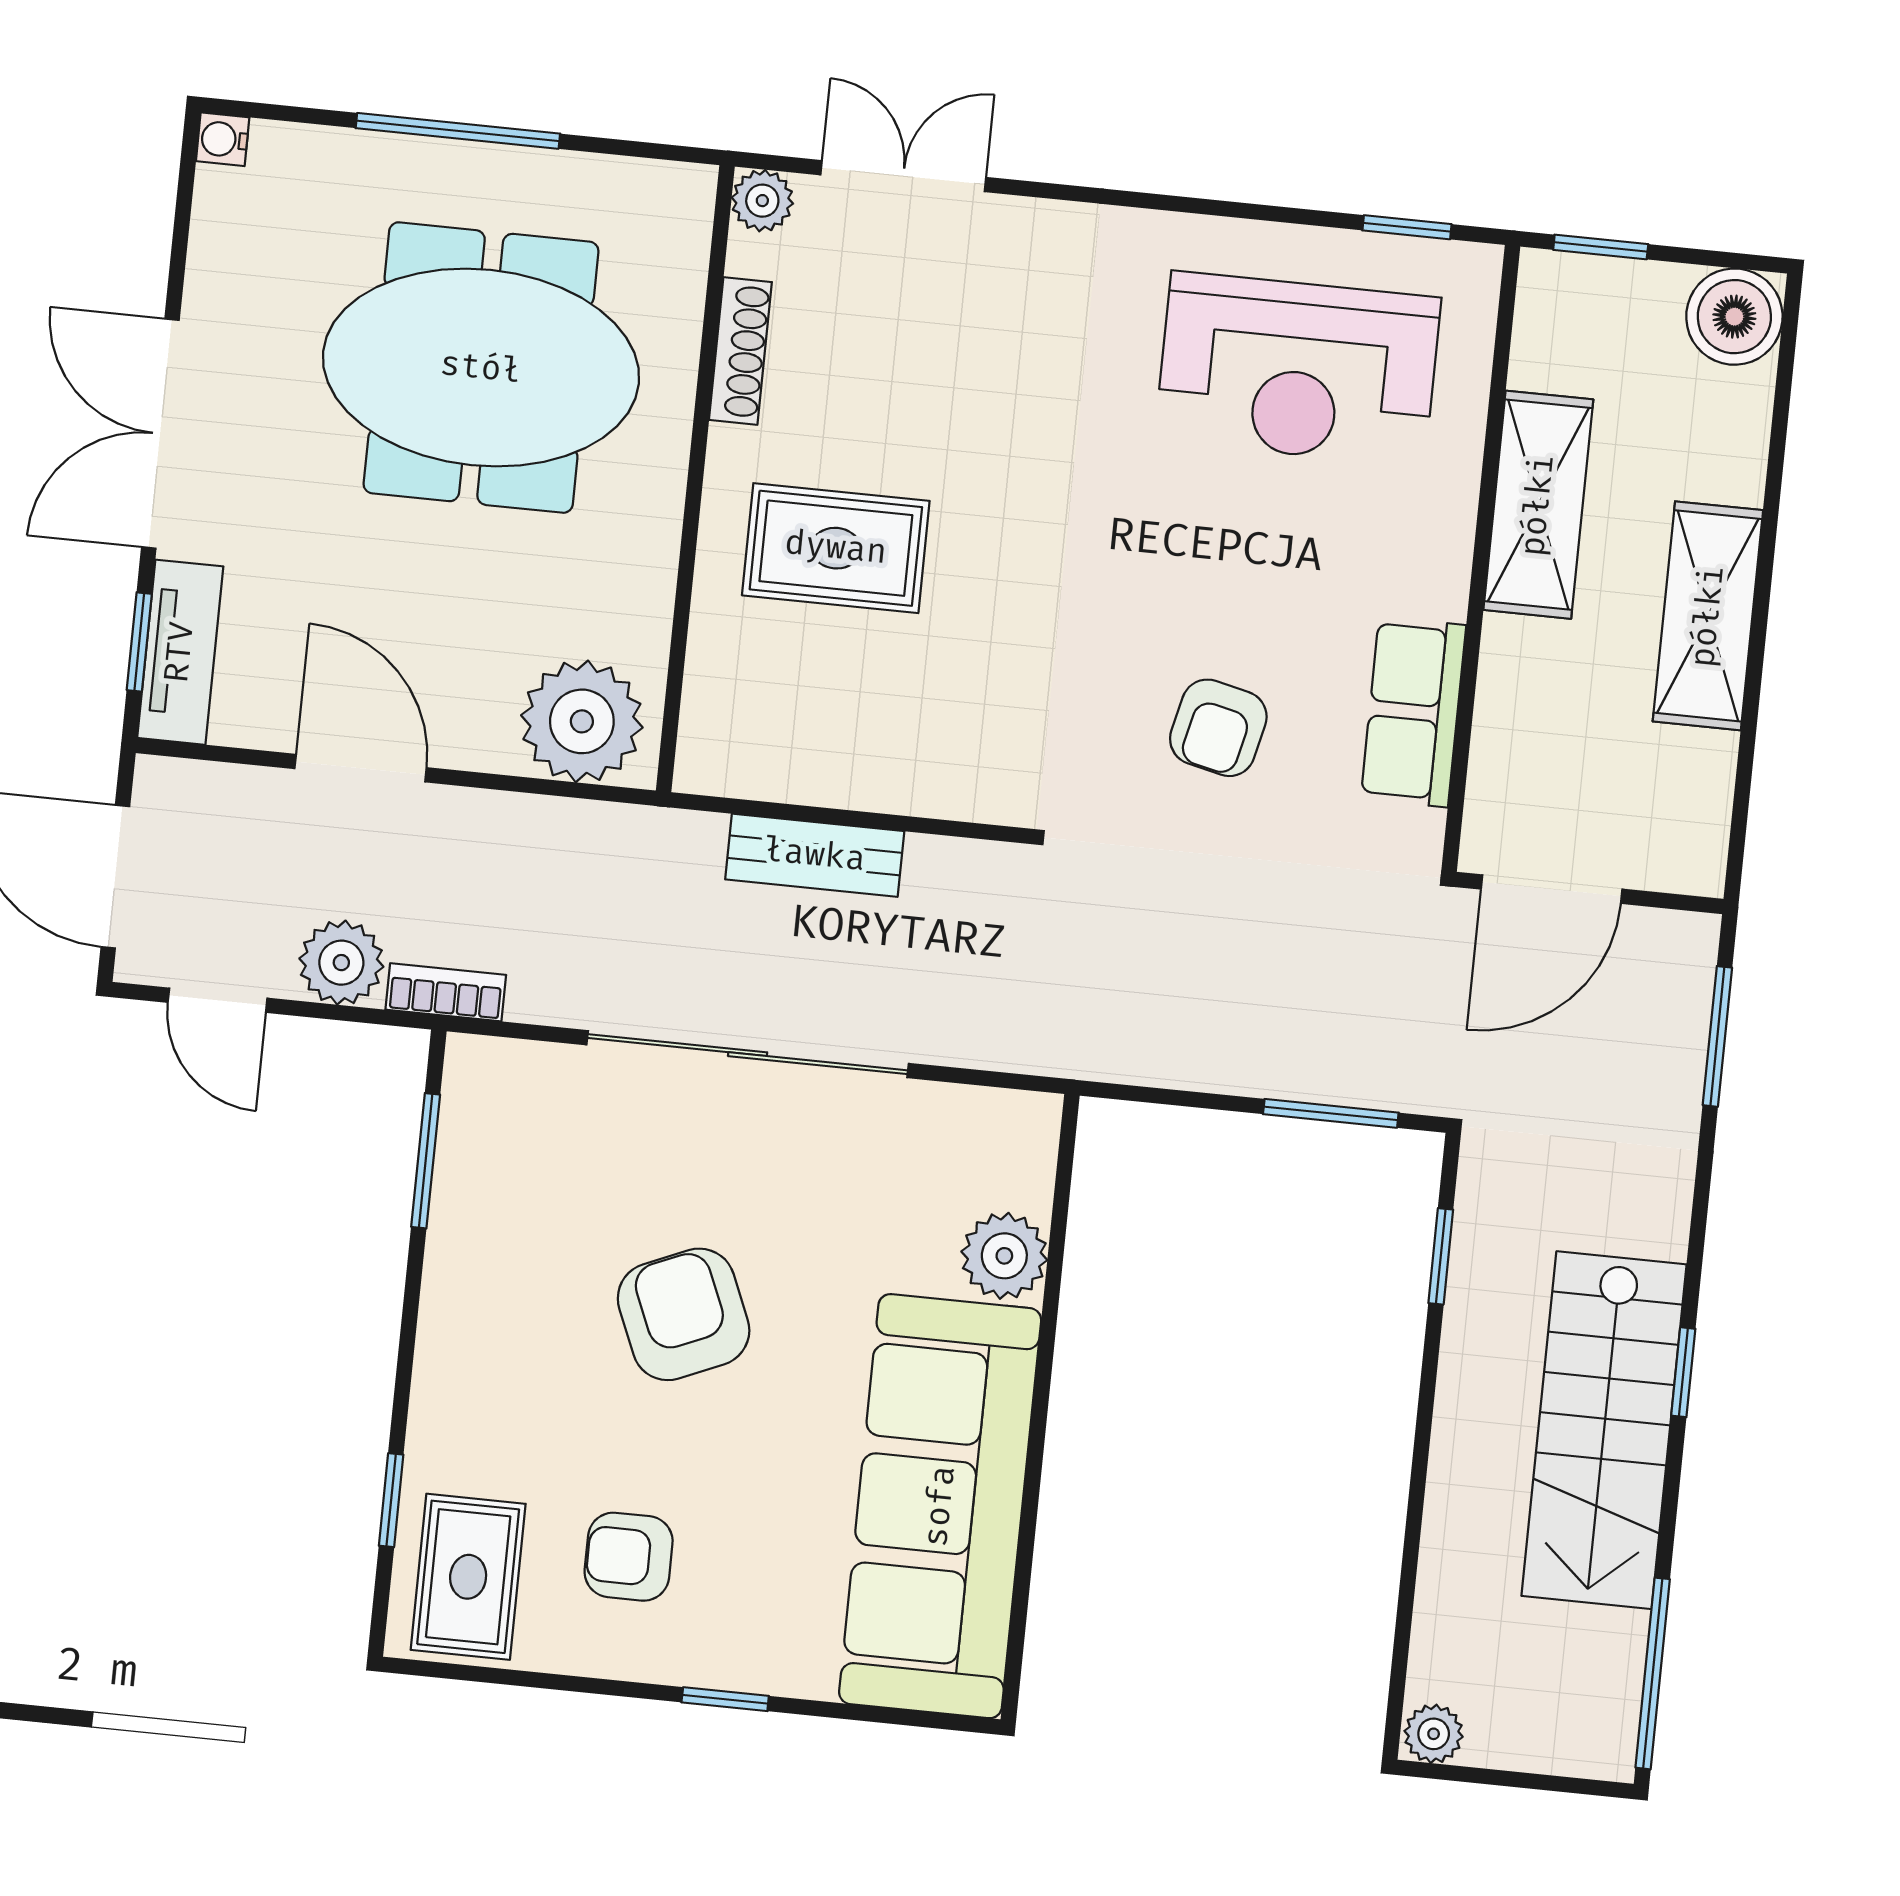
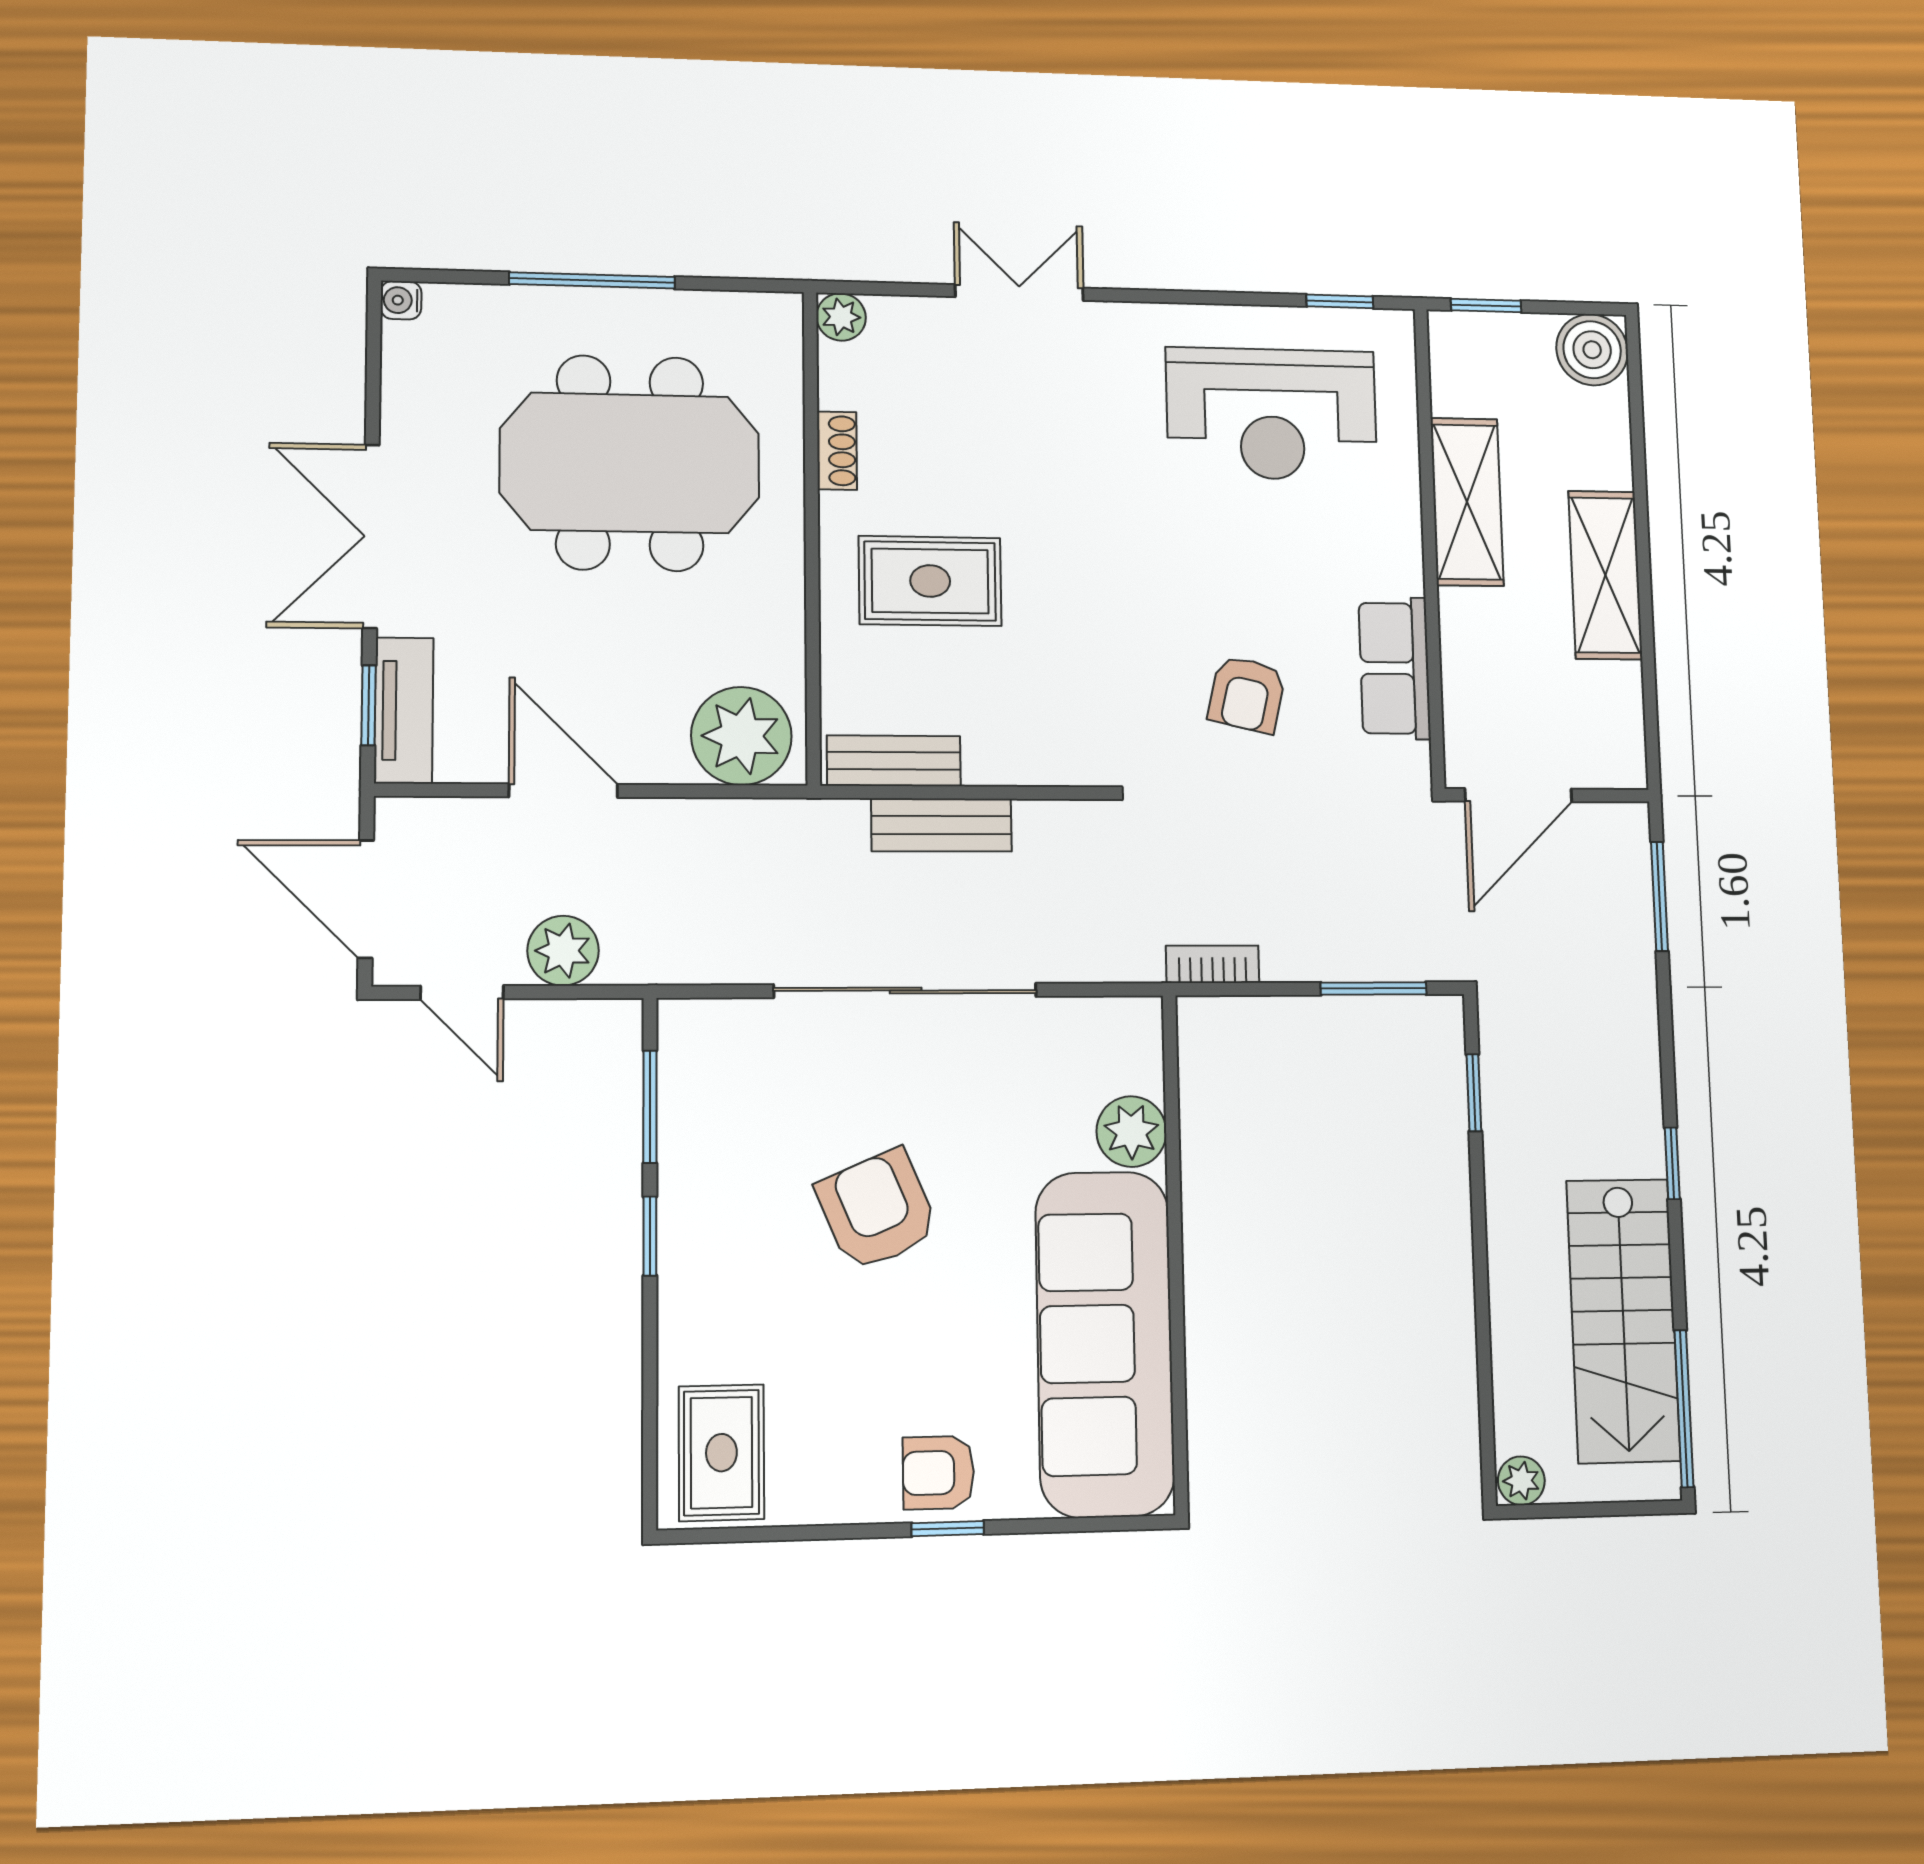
double door: (903, 176) -> (1019, 292), moved
shoe rack: (740, 351) -> (837, 451), width x0.70
bench: (765, 770) -> (894, 761), added
bookcase: (446, 992) -> (1213, 964), moved
stairs: (1604, 1430) -> (1623, 1320), moved
window: (391, 1500) -> (650, 1236), moved
armchair: (629, 1557) -> (938, 1473), moved

